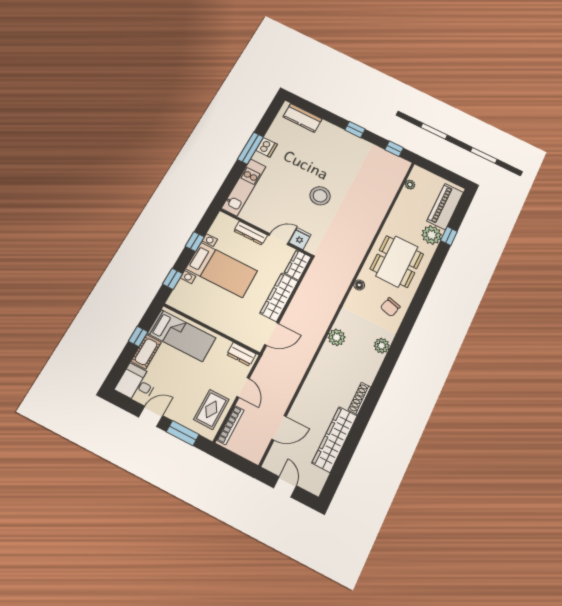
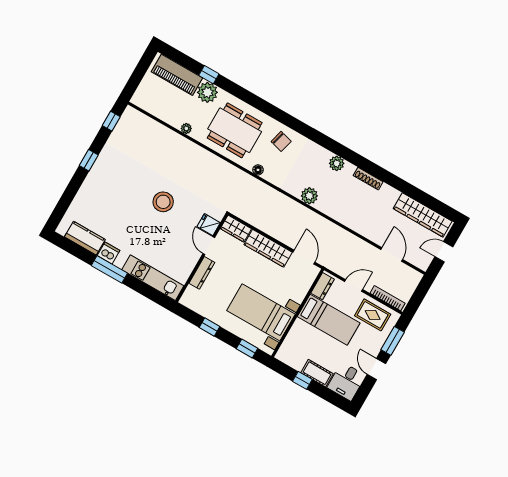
kitchen counter: (303, 118) -> (85, 238), moved, turned -90
plant: (410, 185) -> (186, 128), moved
bed with nightstands: (222, 270) -> (261, 312), moved, turned -90
bed: (182, 336) -> (329, 320), moved, turned 90
plant: (382, 346) -> (337, 163), moved
wardrobe: (335, 439) -> (423, 215), moved

